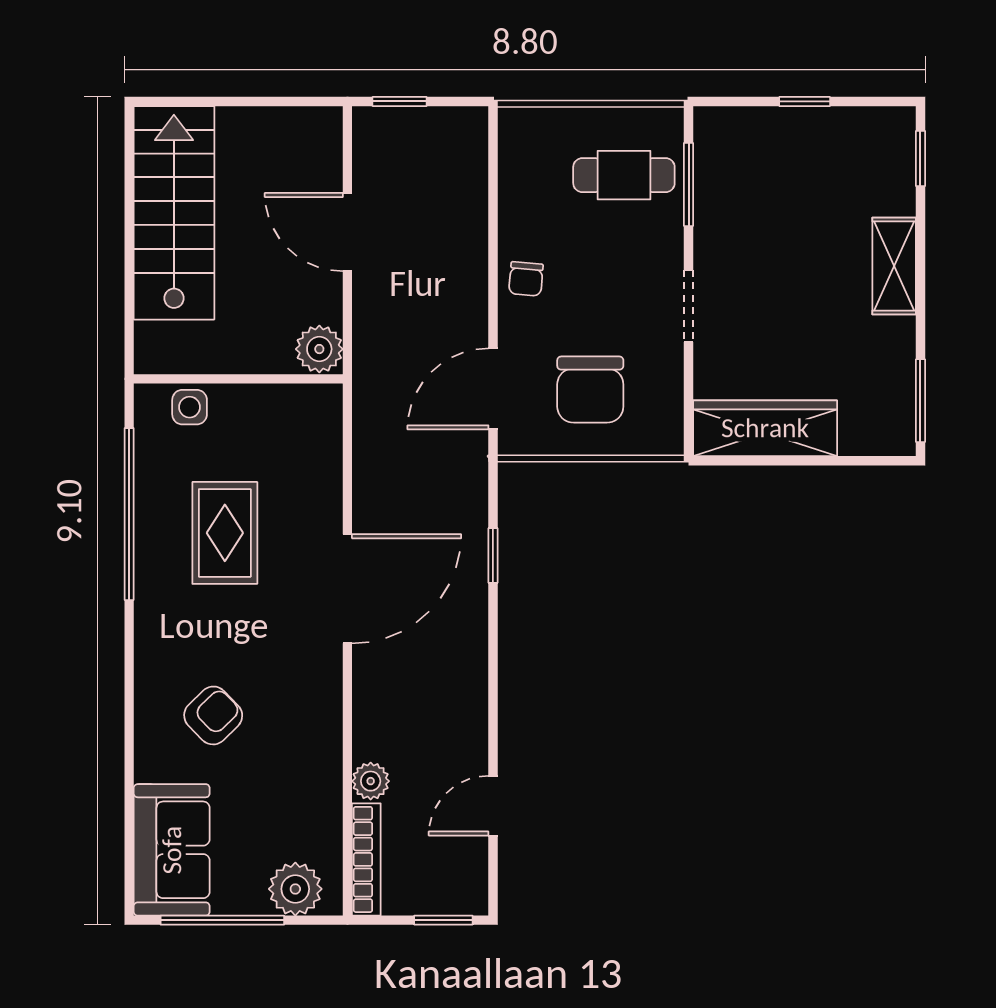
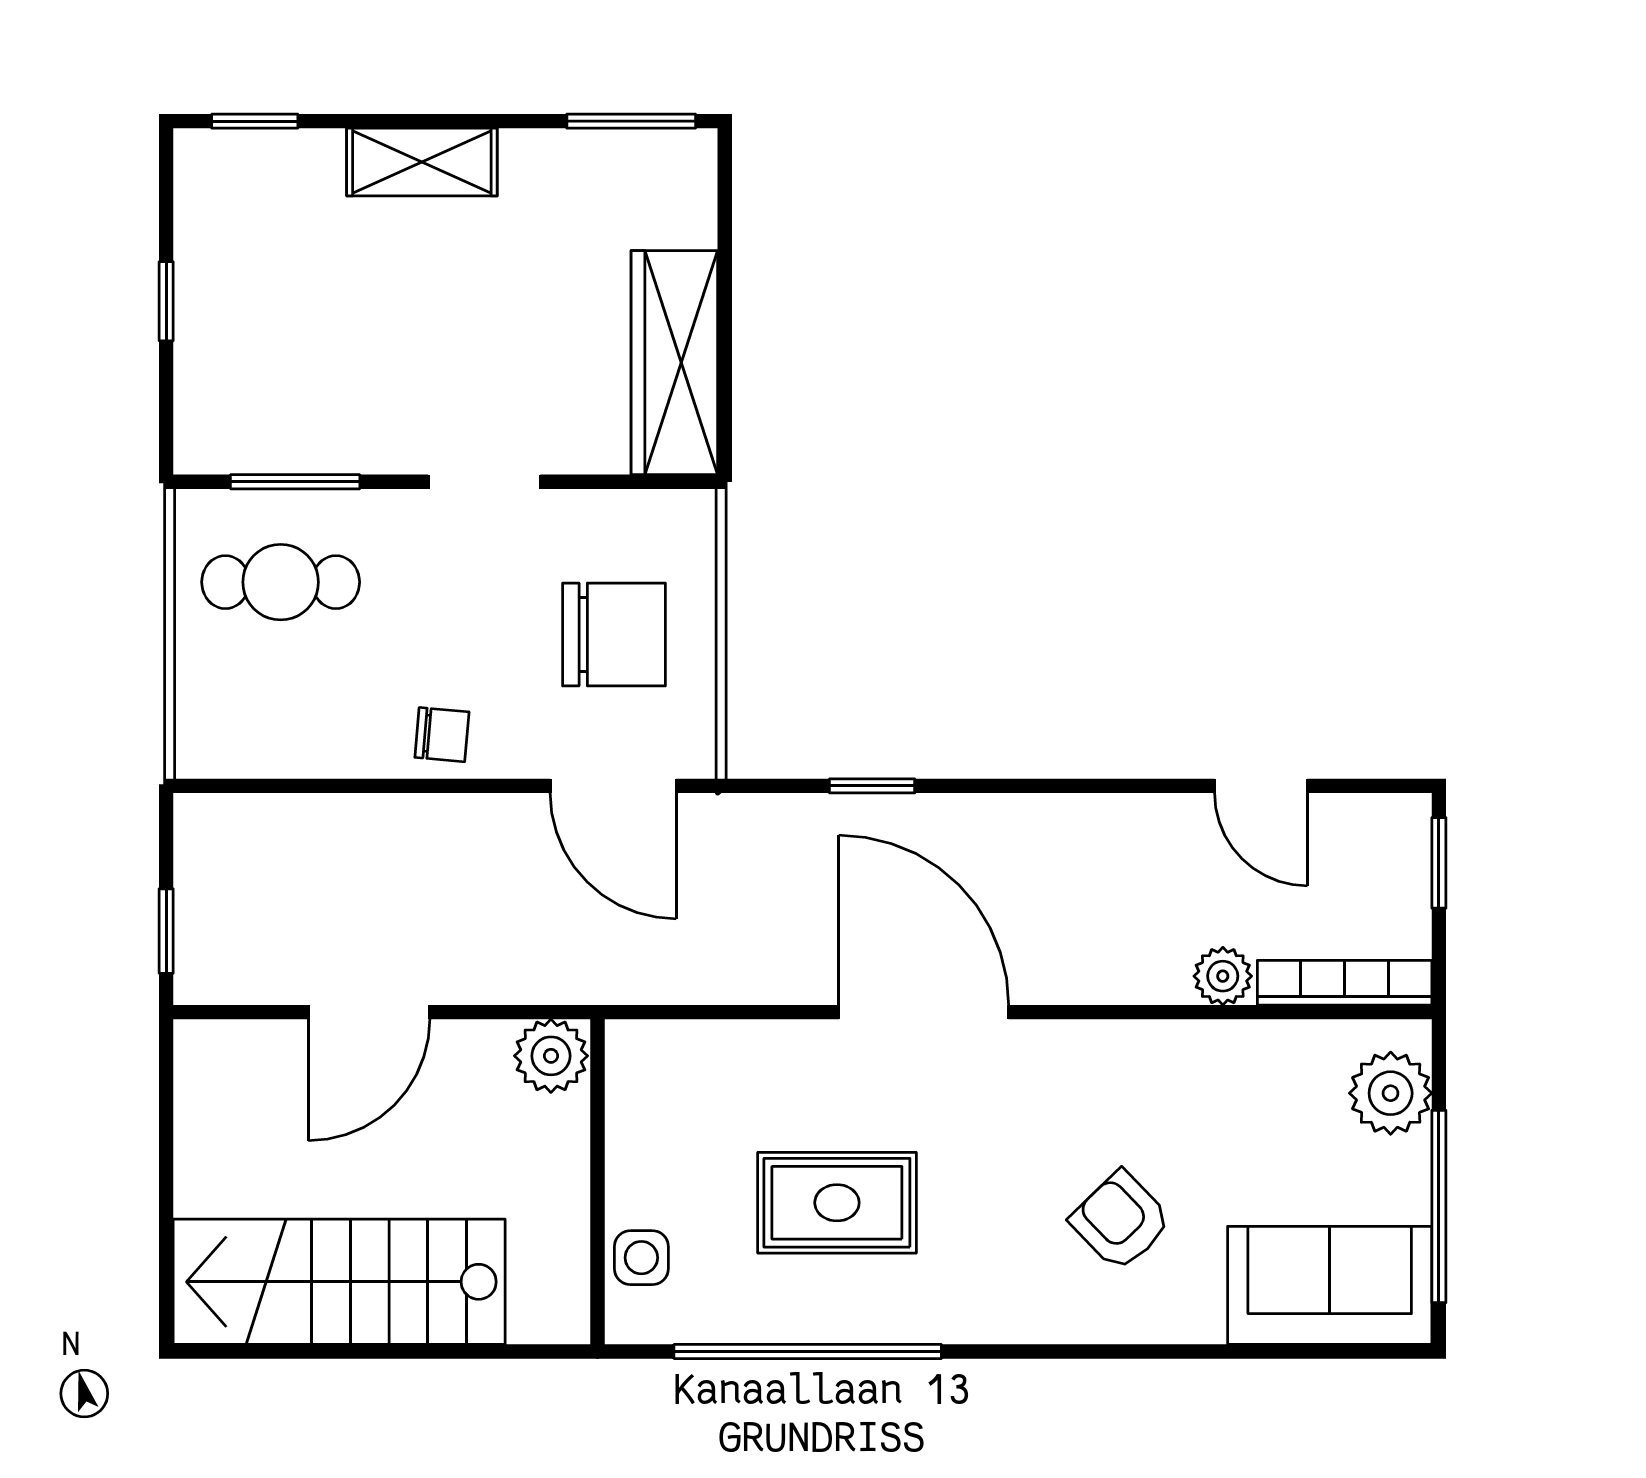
cafe table: (624, 175) -> (281, 582), turned 90

